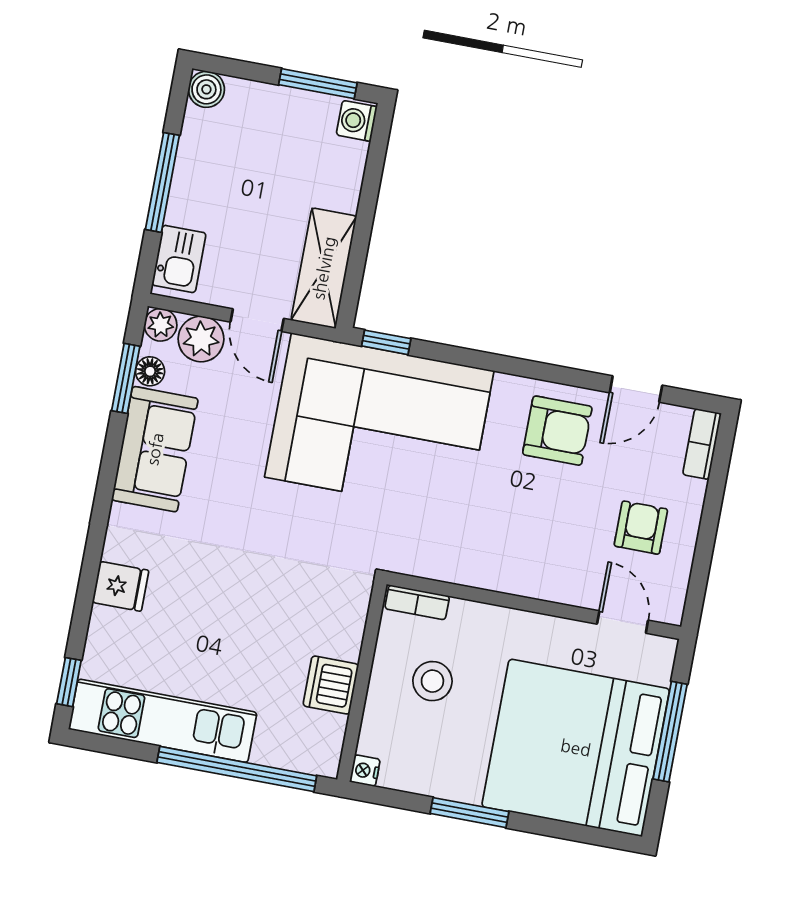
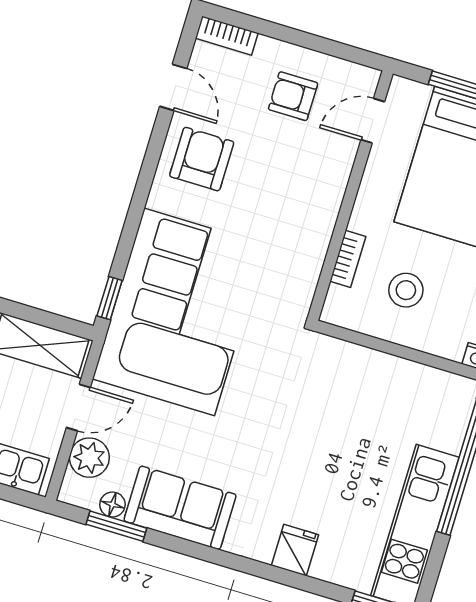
plant: (161, 325) -> (73, 491), removed
bookcase: (417, 602) -> (348, 259), moved
dishwasher: (331, 685) -> (400, 378), removed

